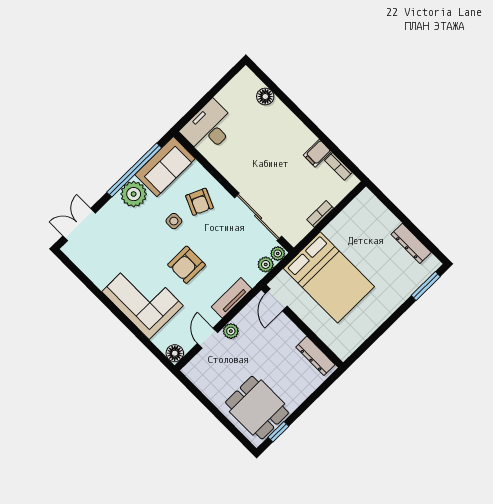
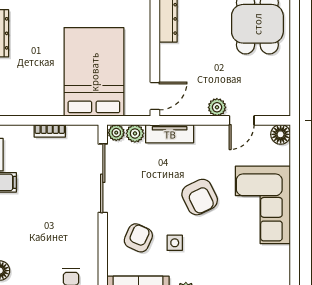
armchair: (187, 265) -> (200, 197), turned 64
tv unit: (232, 298) -> (170, 134), moved

